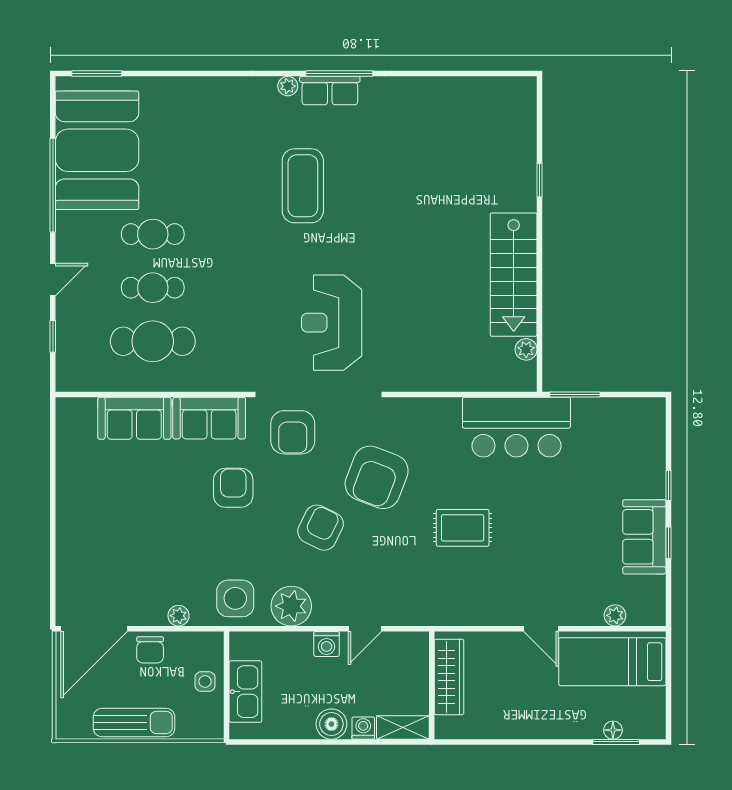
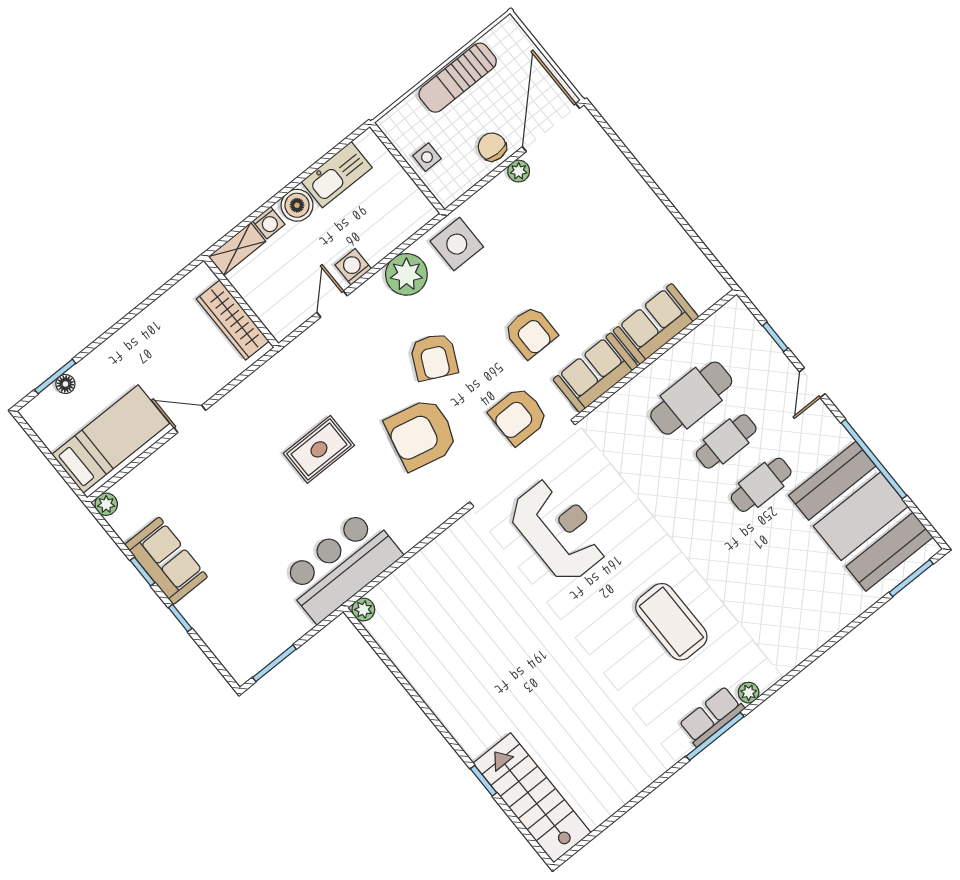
stairs: (514, 275) -> (532, 798), moved
plant: (526, 349) -> (363, 610), moved
window: (575, 395) -> (274, 663), moved
armchair: (293, 432) -> (519, 416), turned -90
armchair: (377, 477) -> (421, 434), turned -98
plant: (615, 615) -> (106, 504), moved
plant: (179, 616) -> (519, 171), moved
kitchen sink: (245, 692) -> (337, 175), moved, turned -90

